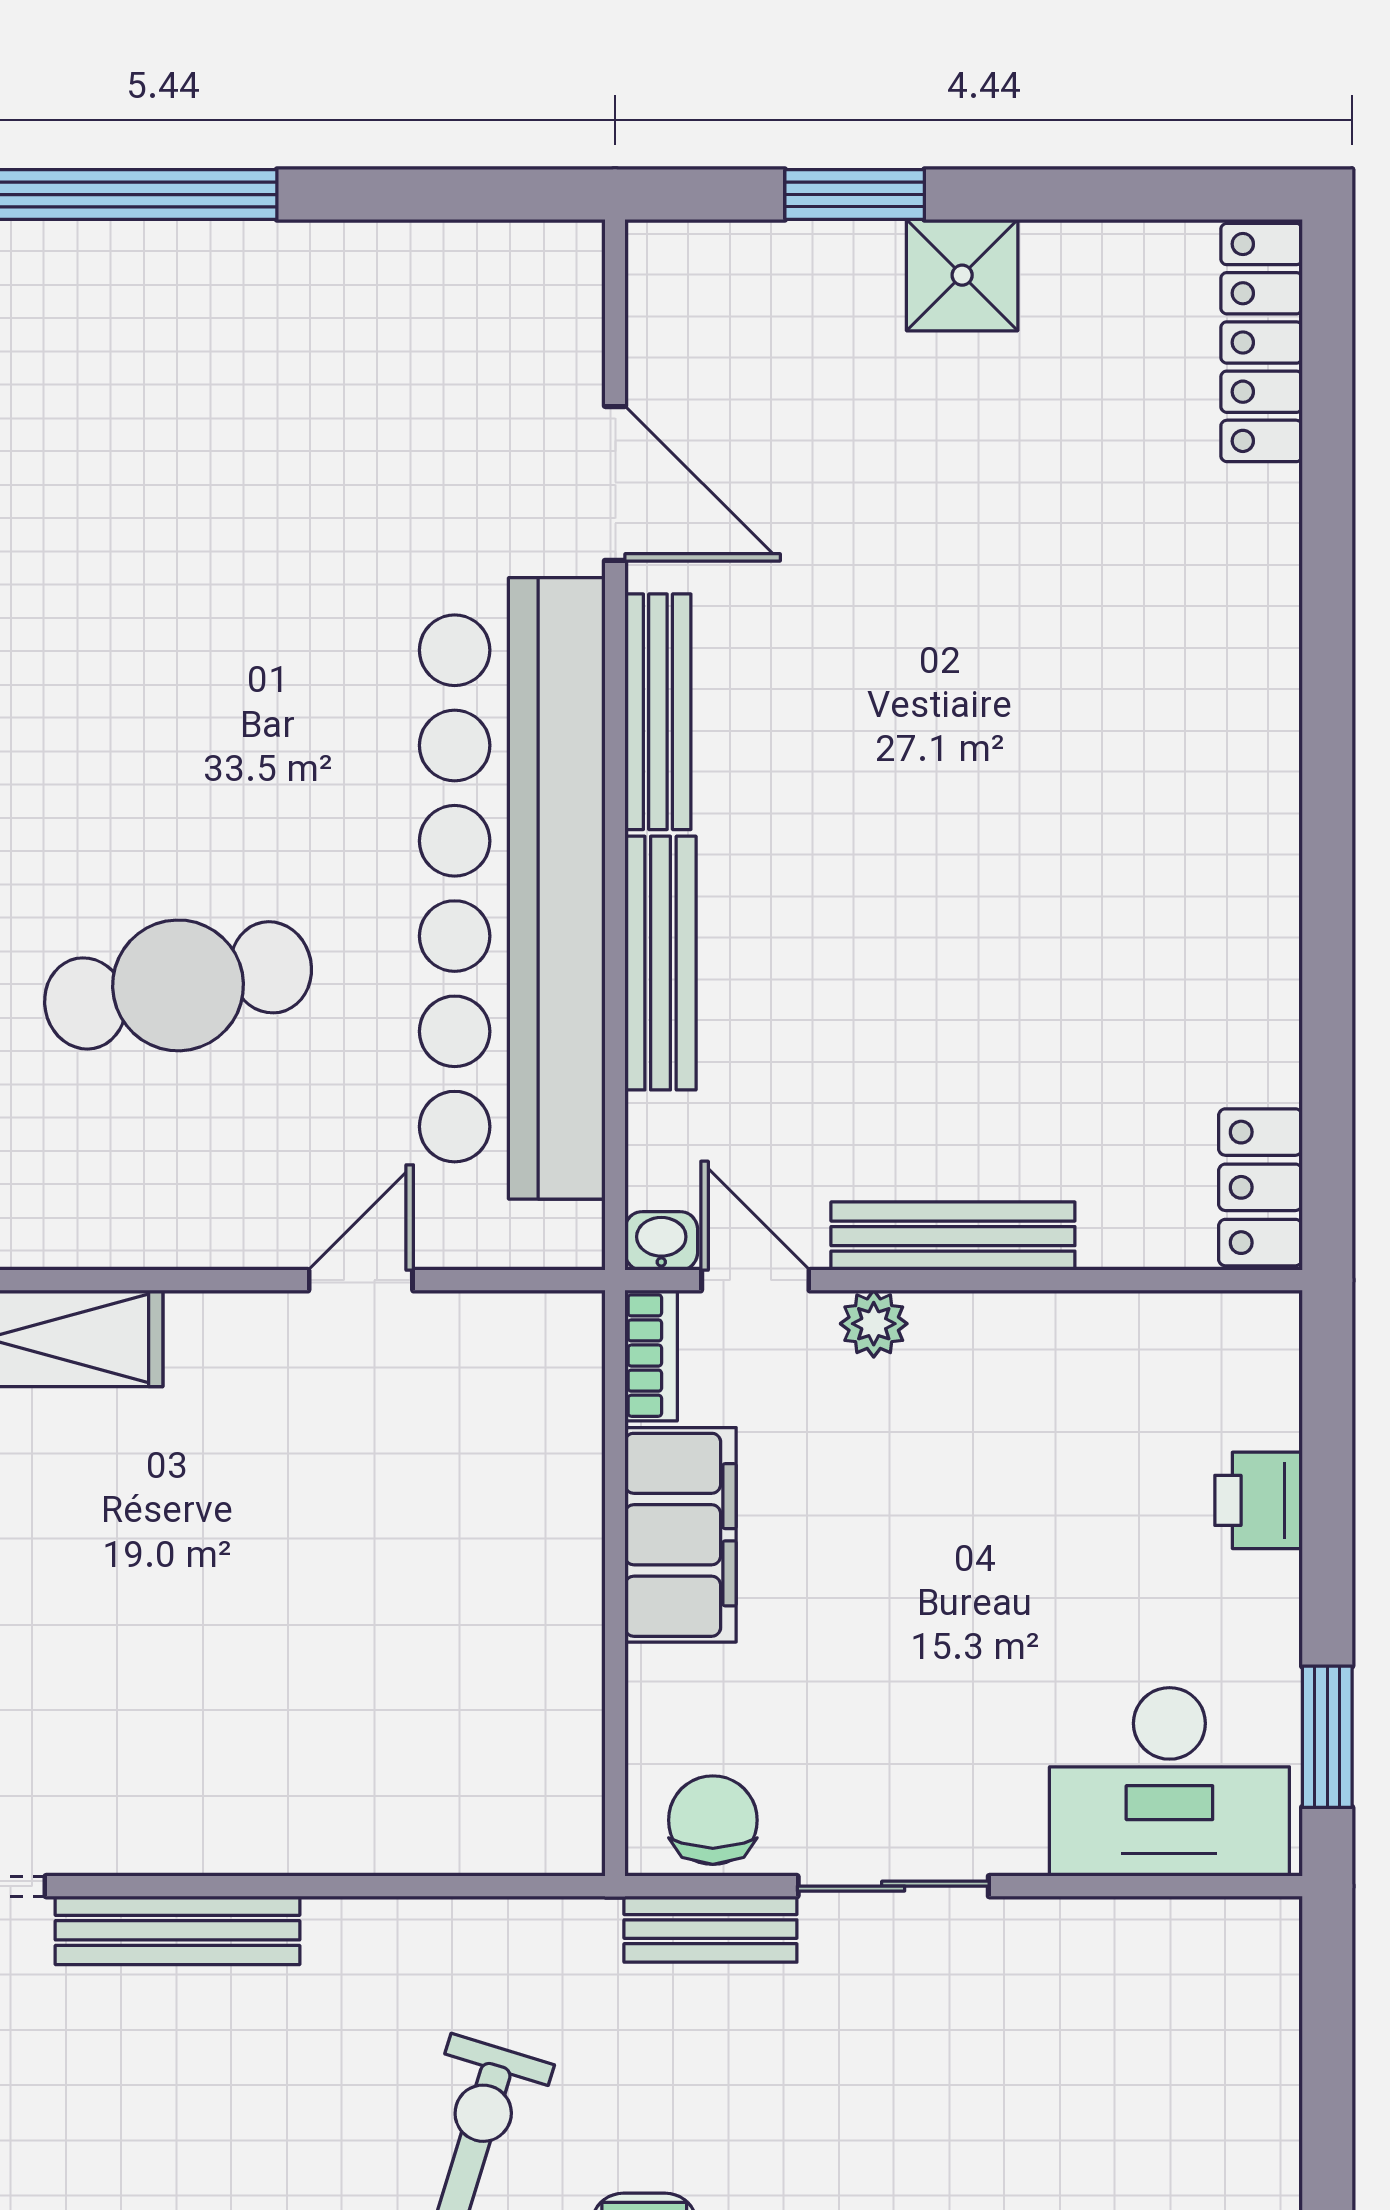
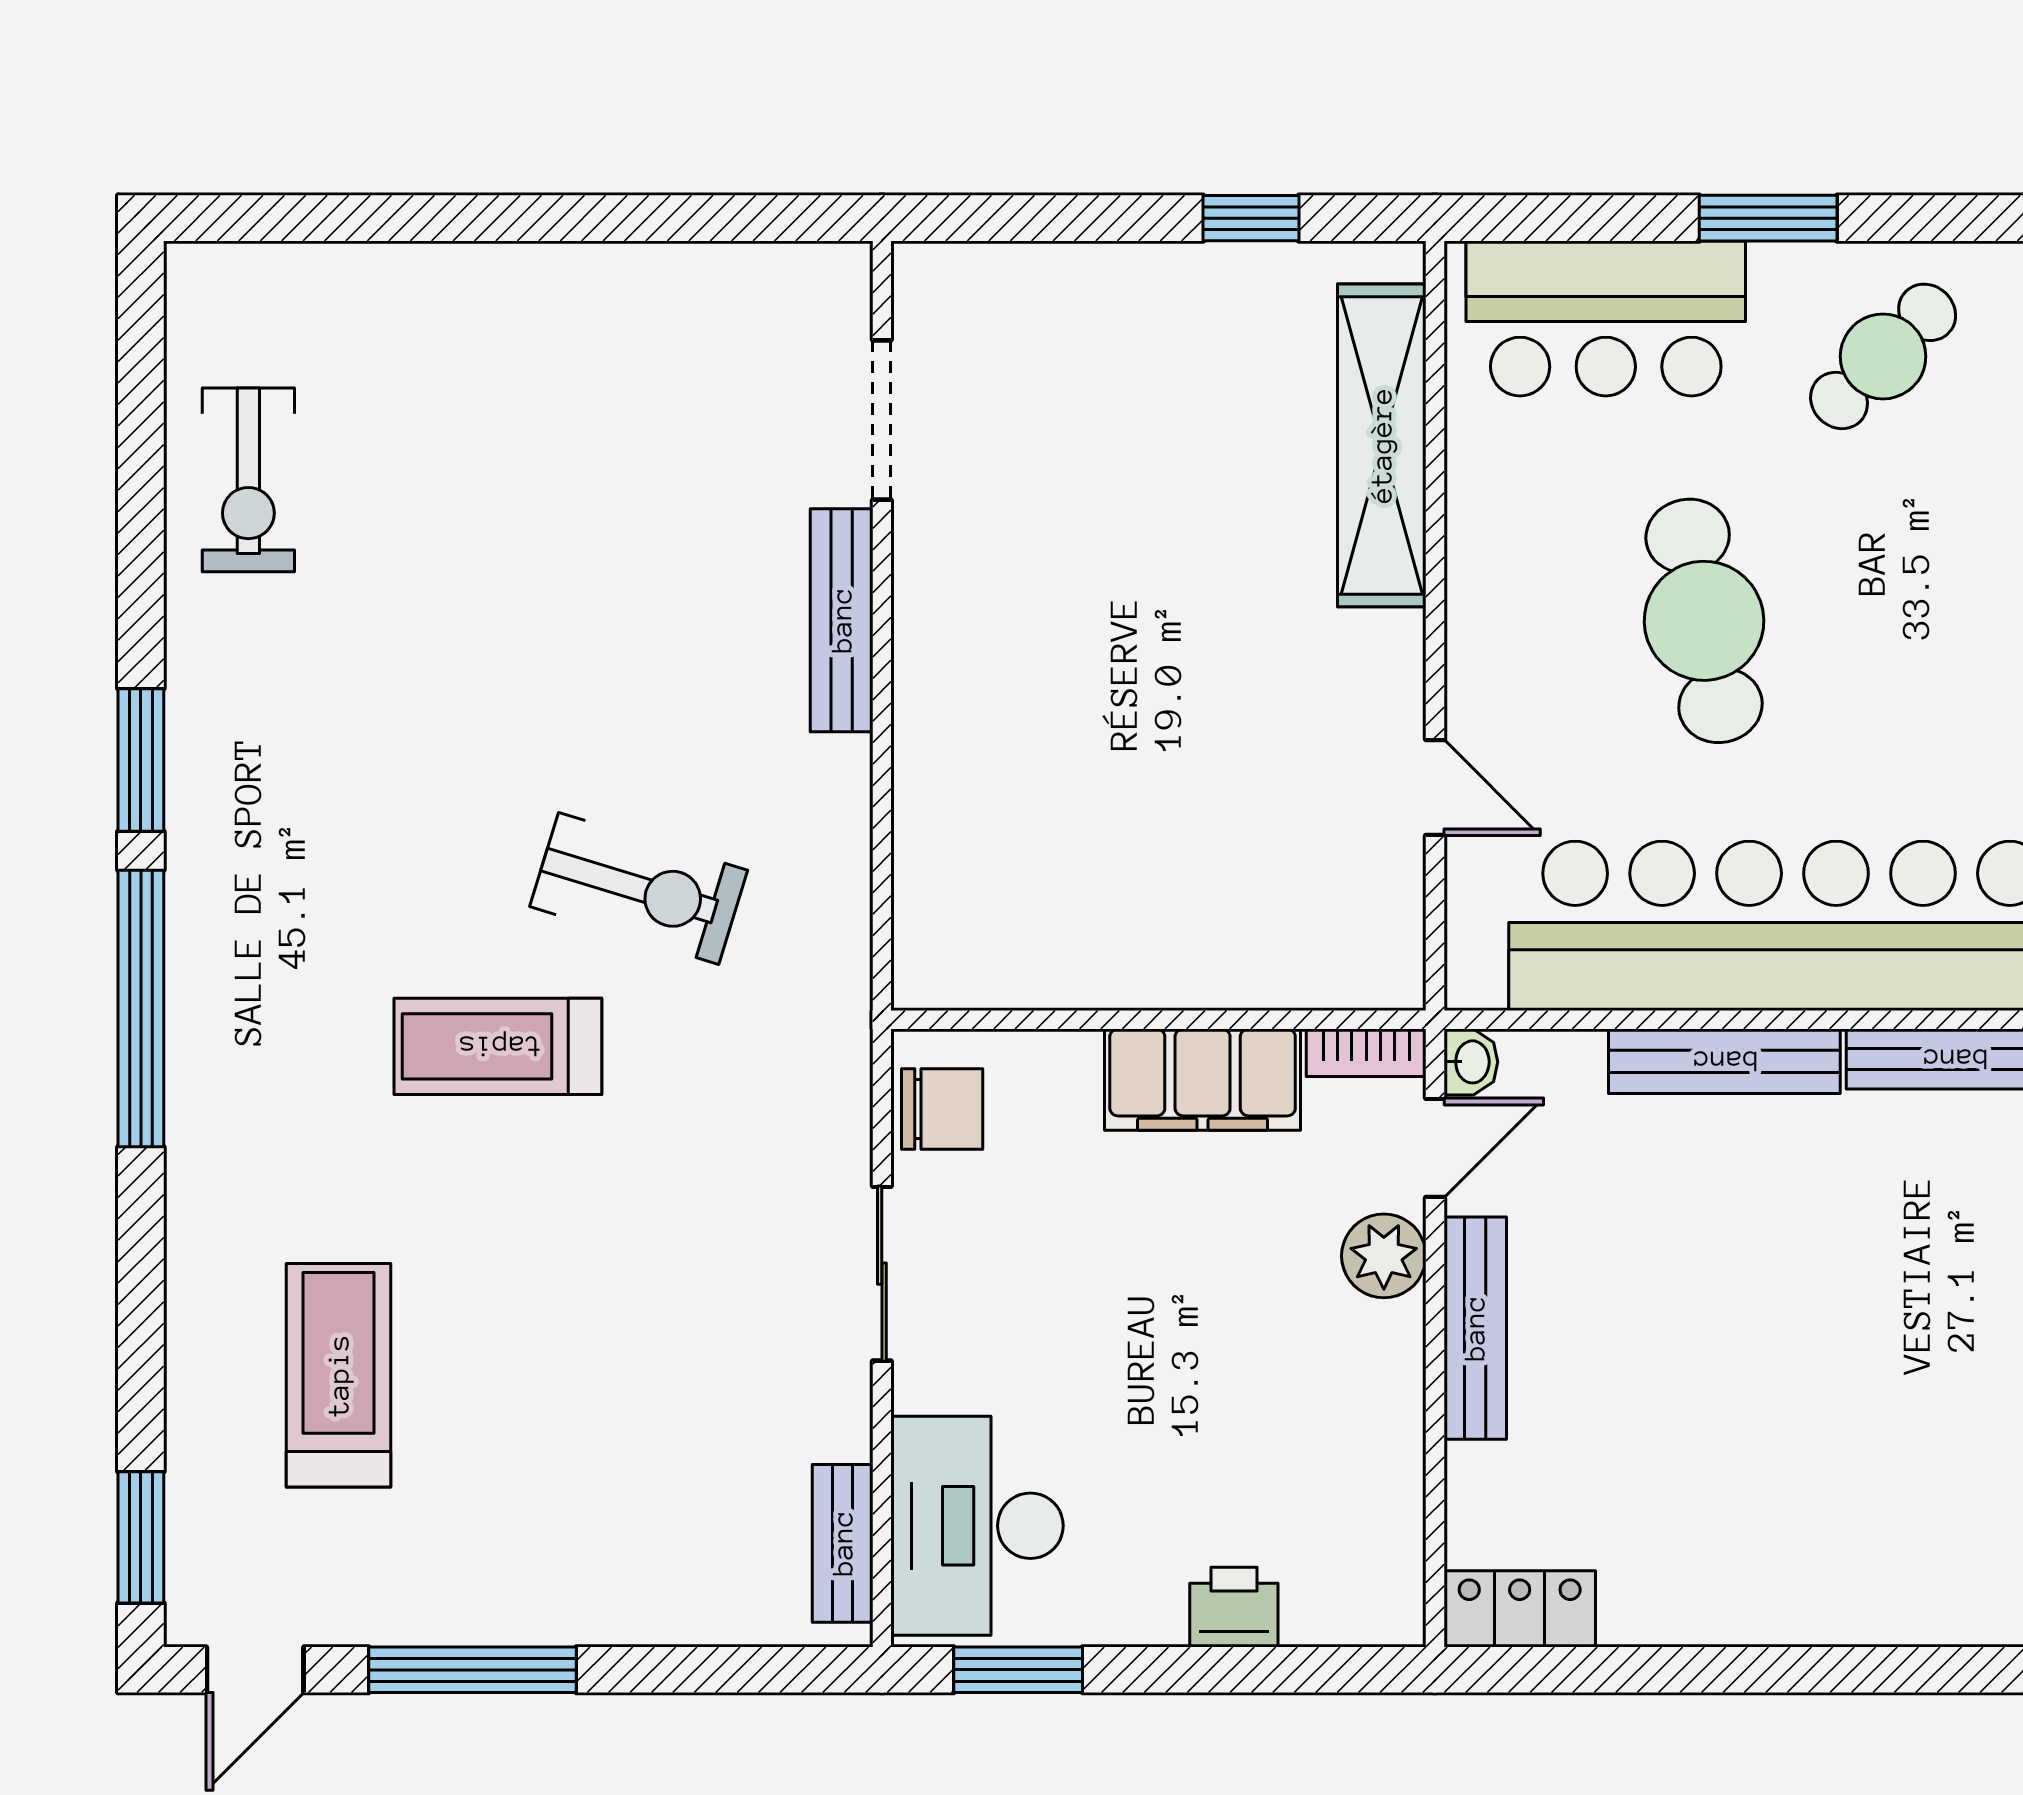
plant: (874, 1324) -> (1384, 1256), width x1.38, depth x1.38
bench: (710, 1929) -> (843, 1543), moved

